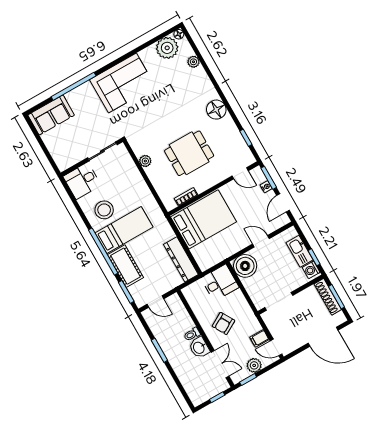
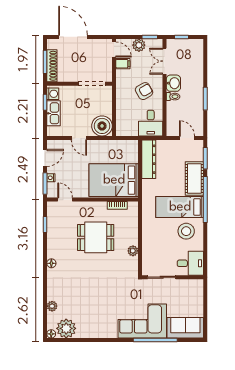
corner sofa: (122, 83) -> (142, 321), moved
floor lamp: (216, 110) -> (51, 263), width x0.53, depth x0.53
desk: (220, 283) -> (151, 123), moved, turned -90

